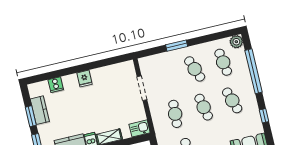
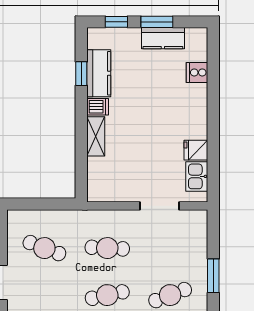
fridge: (84, 79) -> (196, 150), moved
kitchen sink: (140, 128) -> (197, 176), moved, turned 180

